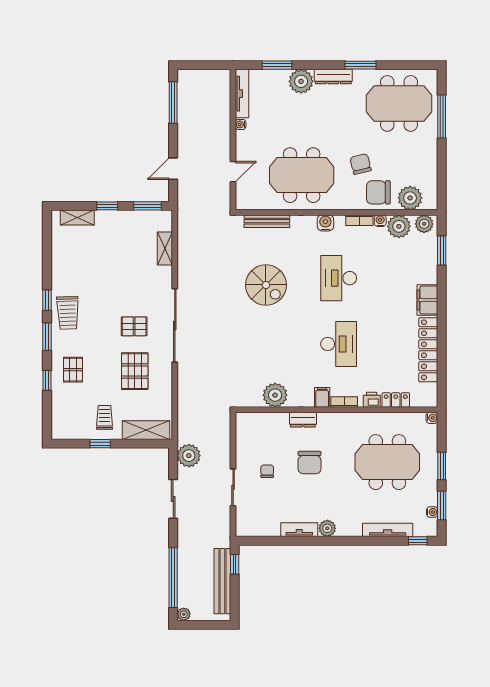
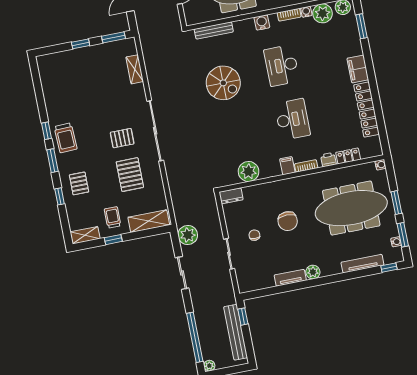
shelving: (77, 218) -> (85, 235), moved
dresser: (303, 420) -> (231, 196), moved
meeting table: (387, 462) -> (351, 208), width x1.36

